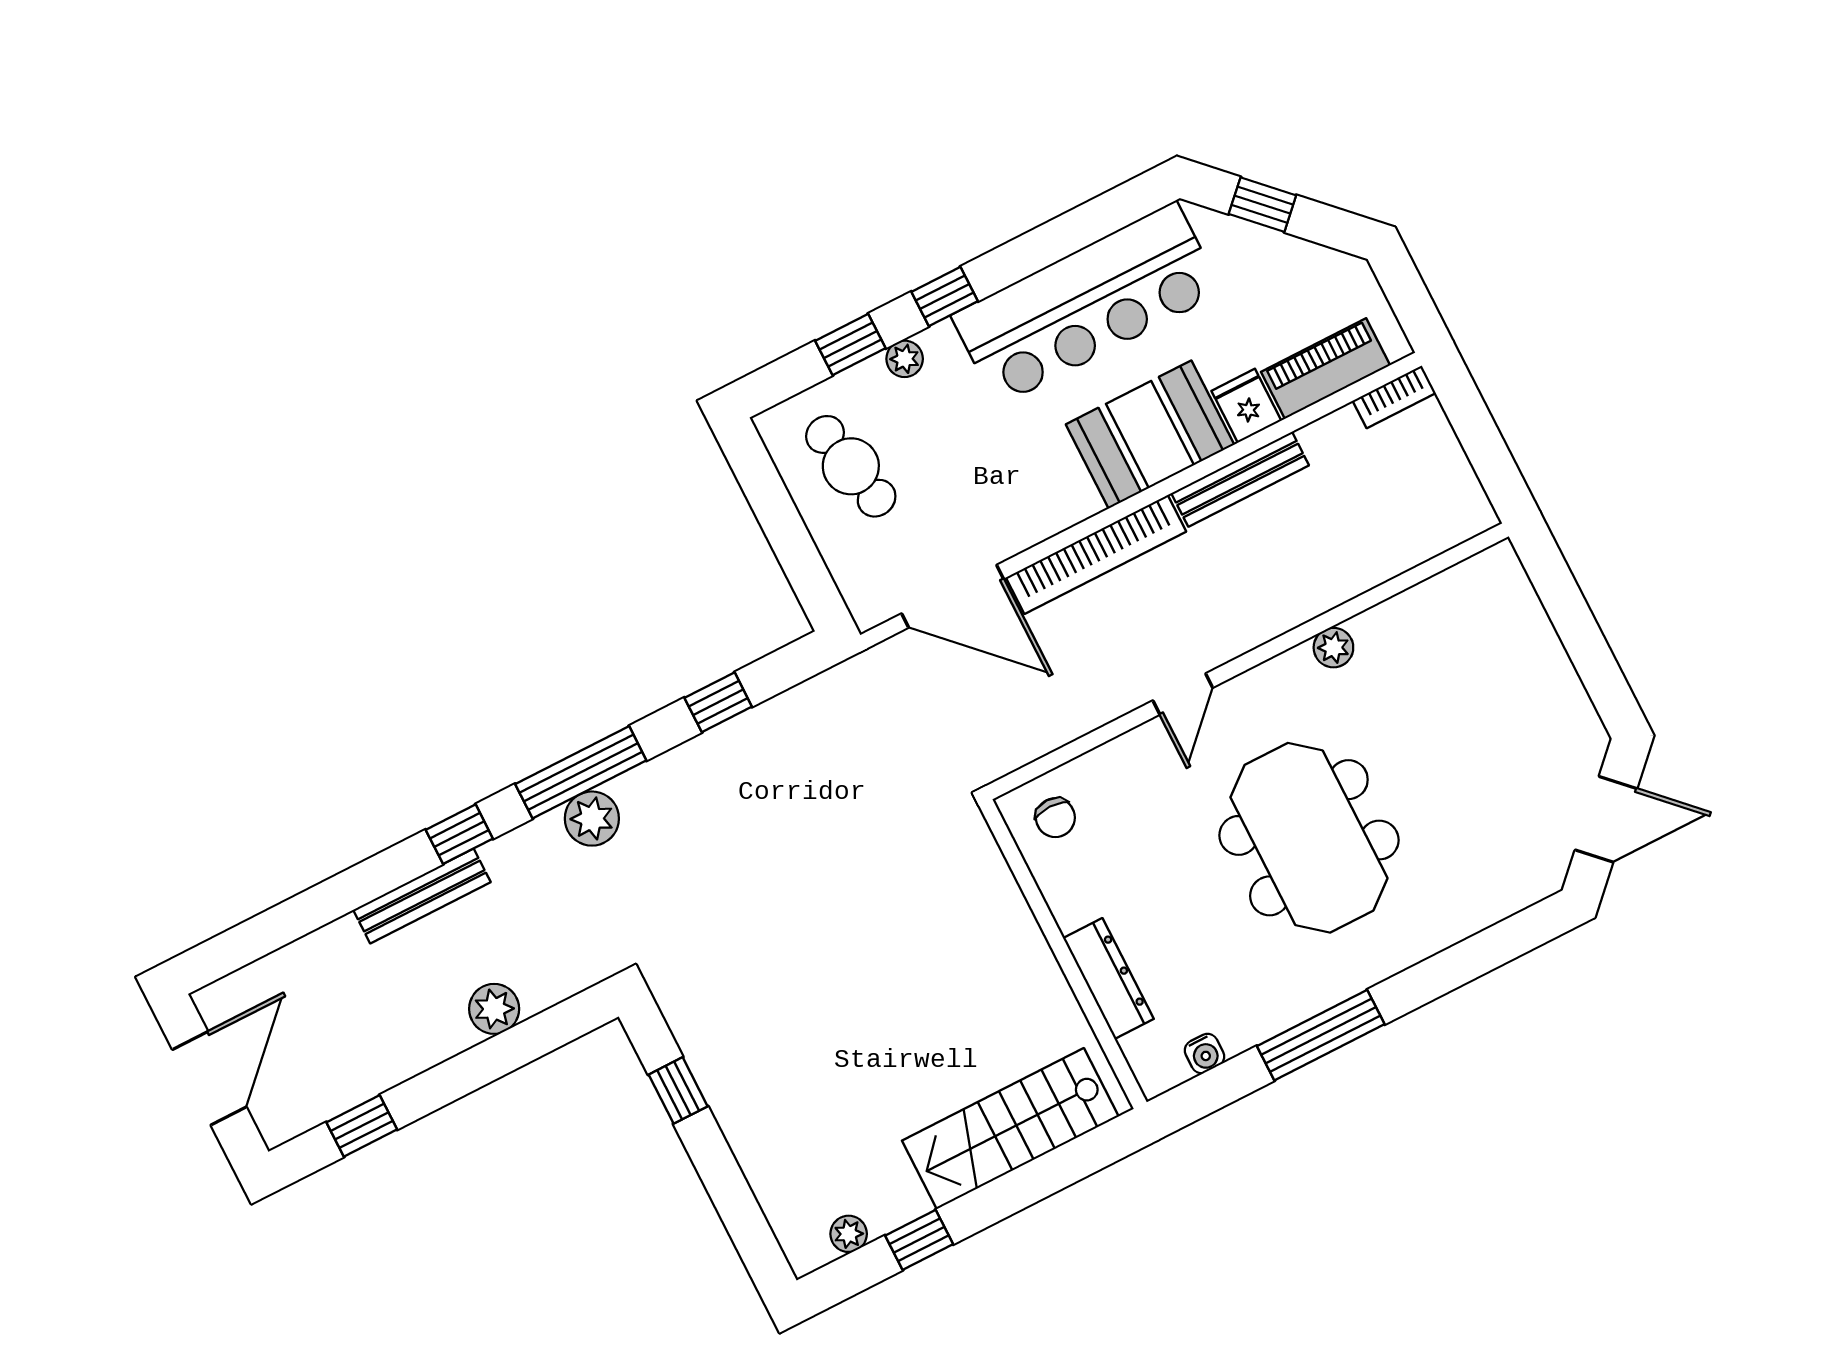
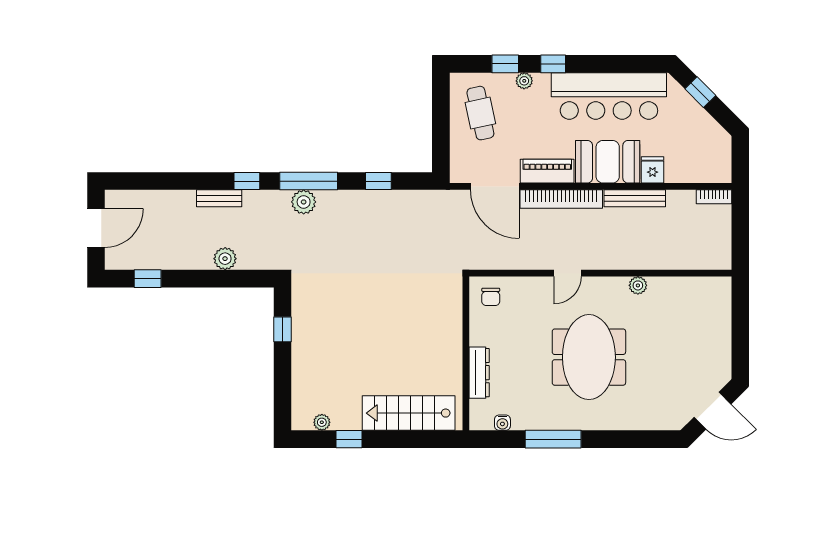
piano: (1326, 368) -> (547, 171), moved
bench: (422, 896) -> (219, 198), width x0.73

